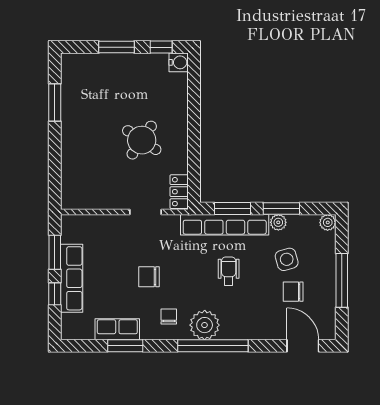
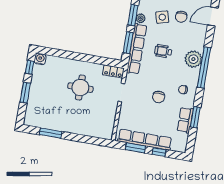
round table: (142, 140) -> (80, 87), turned -34
row of seats: (72, 278) -> (145, 140), width x1.36
plant: (205, 325) -> (193, 59), moved

